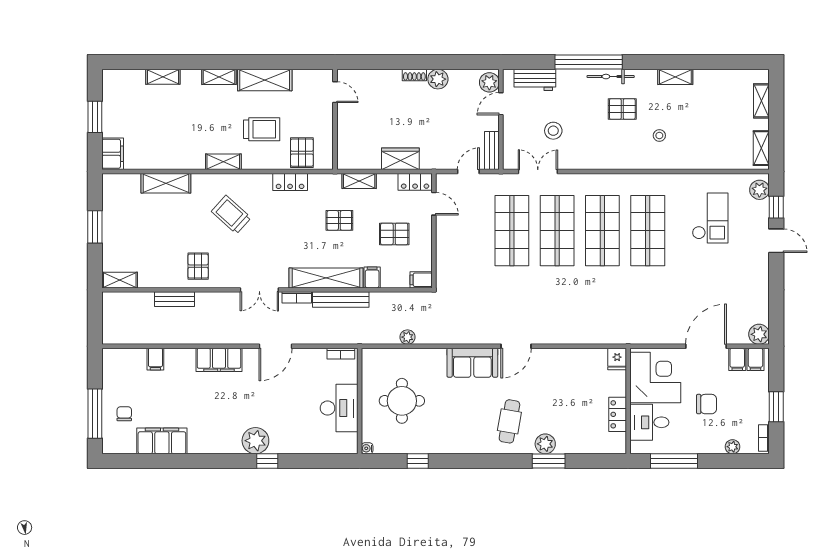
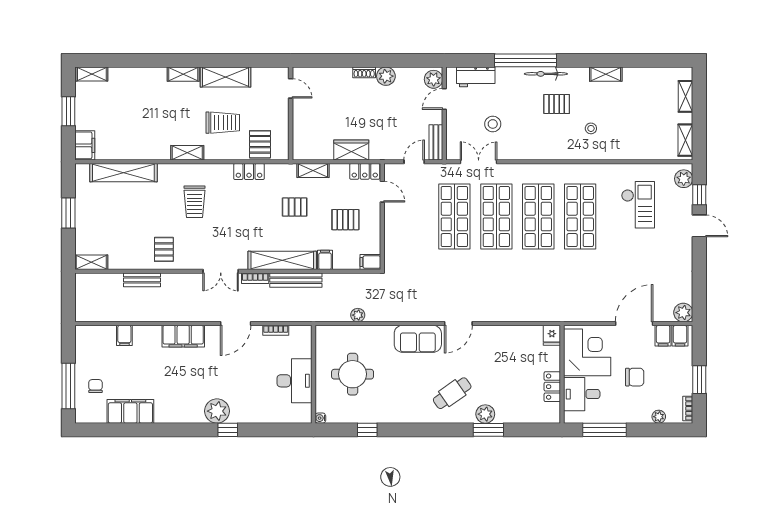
shelving: (163, 77) -> (92, 74), moved
shelving: (166, 183) -> (123, 173), width x1.47
trolley: (231, 215) -> (194, 202), turned -132
bookcase: (341, 354) -> (276, 330), moved
cafe table: (509, 421) -> (452, 393), turned 45

